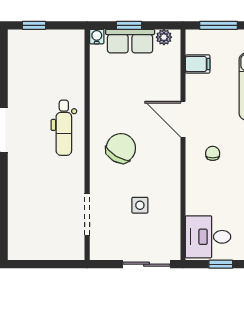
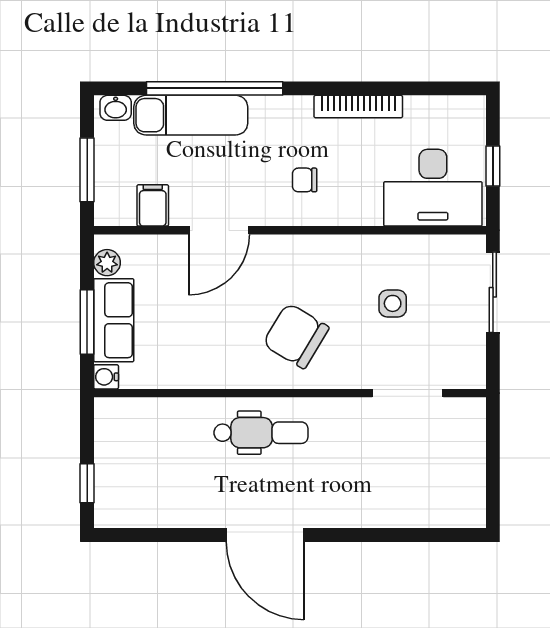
window: (129, 25) -> (87, 322), width x1.50
door: (183, 119) -> (219, 230), moved
desk: (208, 237) -> (433, 188), width x1.37

